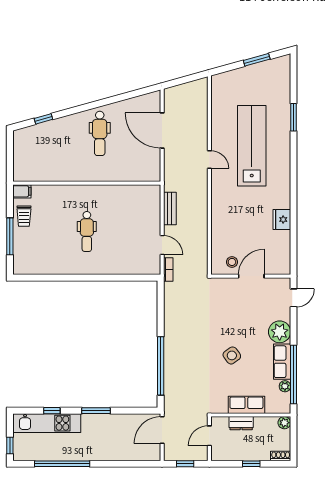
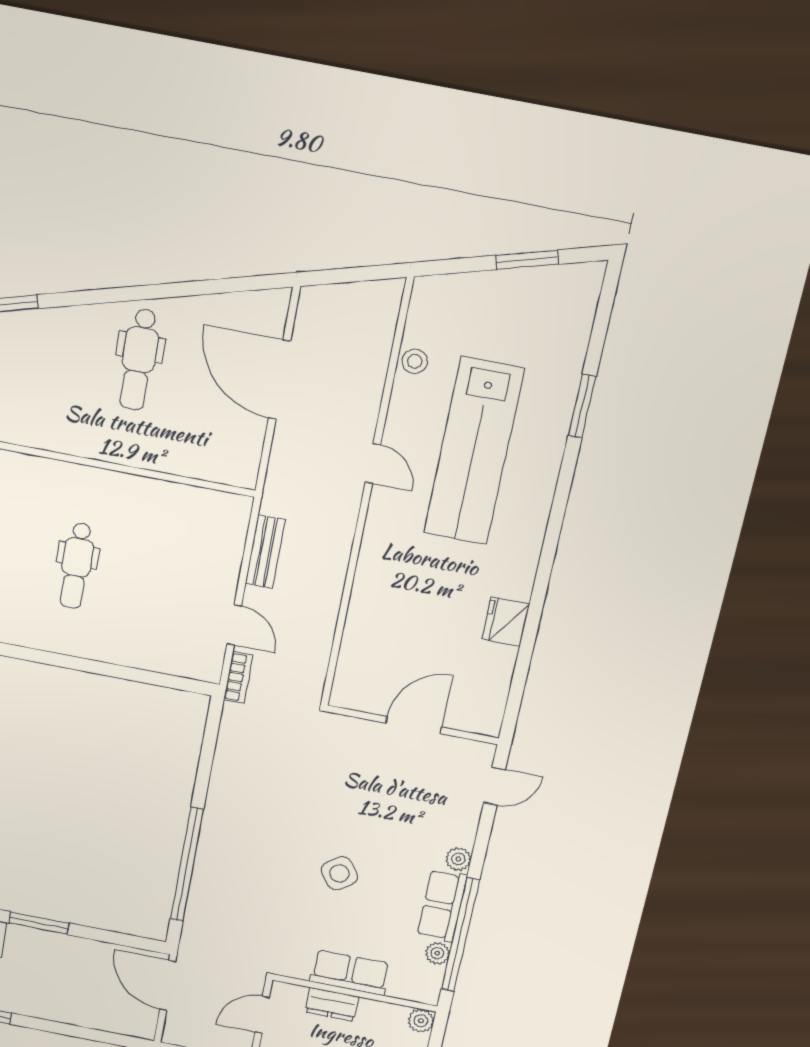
lab bench: (252, 146) -> (474, 451), turned 180
stool: (232, 262) -> (415, 361), moved
plant: (280, 332) -> (458, 859), width x0.53, depth x0.53
door: (162, 430) -> (168, 986), hinge flipped

